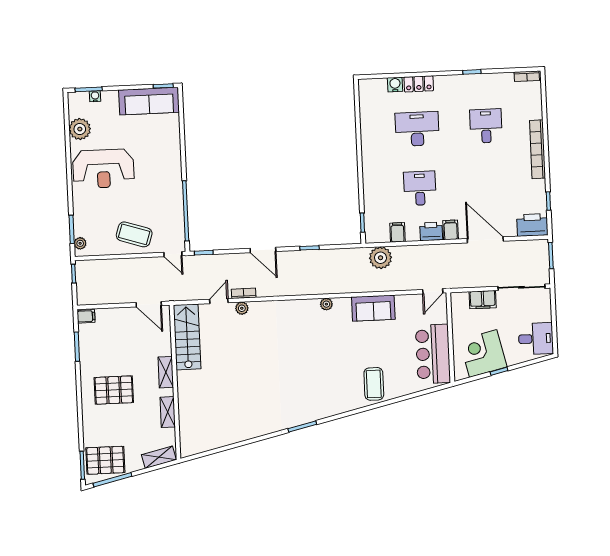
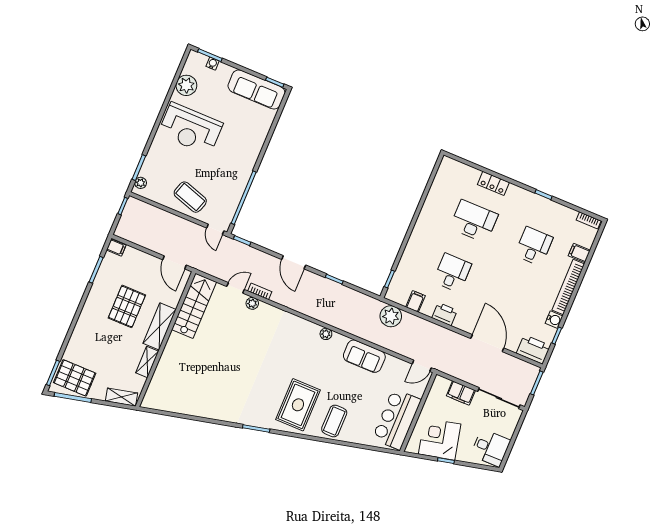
water cooler: (395, 85) -> (554, 320), moved, turned 90
filing cabinet: (451, 230) -> (579, 253), moved, turned -90
shelving: (166, 372) -> (160, 326), width x1.50, depth x1.33
rug: (332, 385) -> (298, 405), added
pallet: (114, 390) -> (127, 306), moved, turned 90

